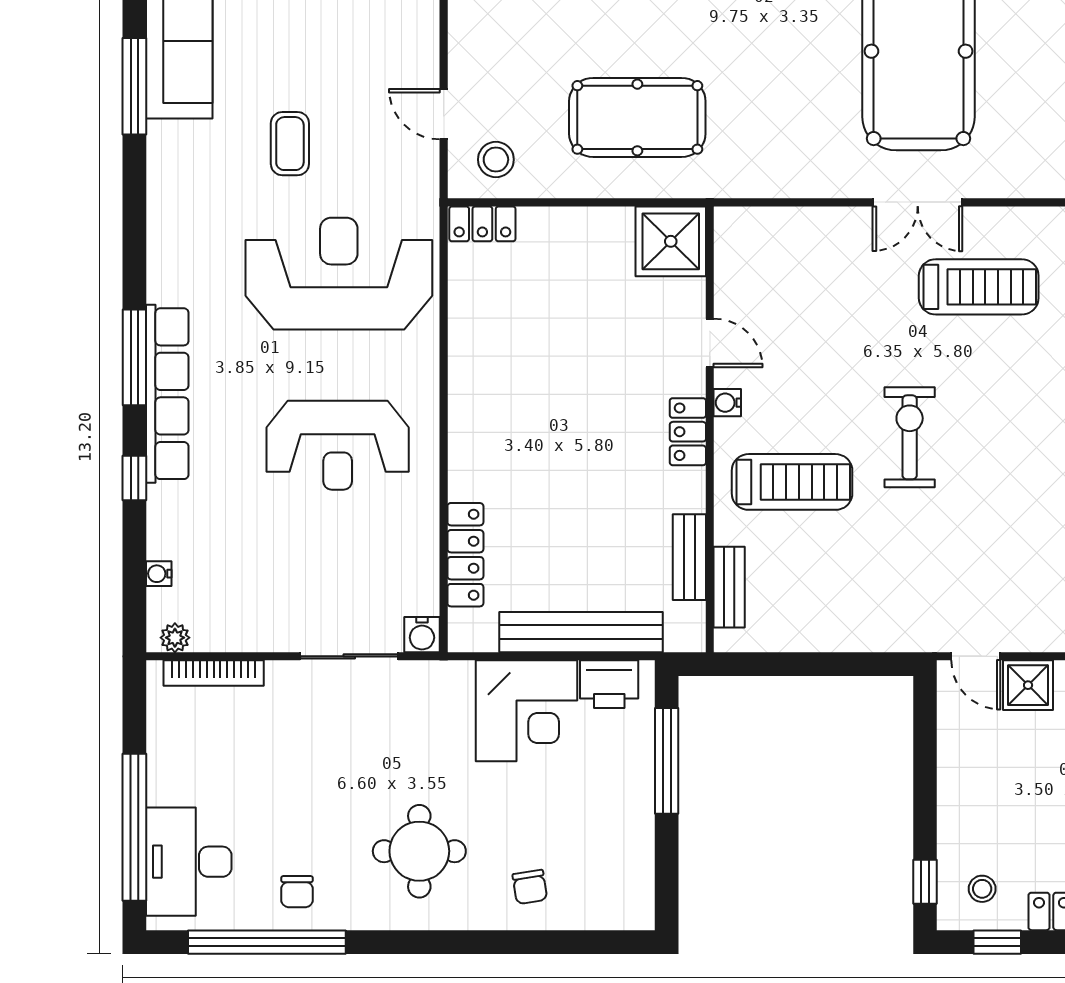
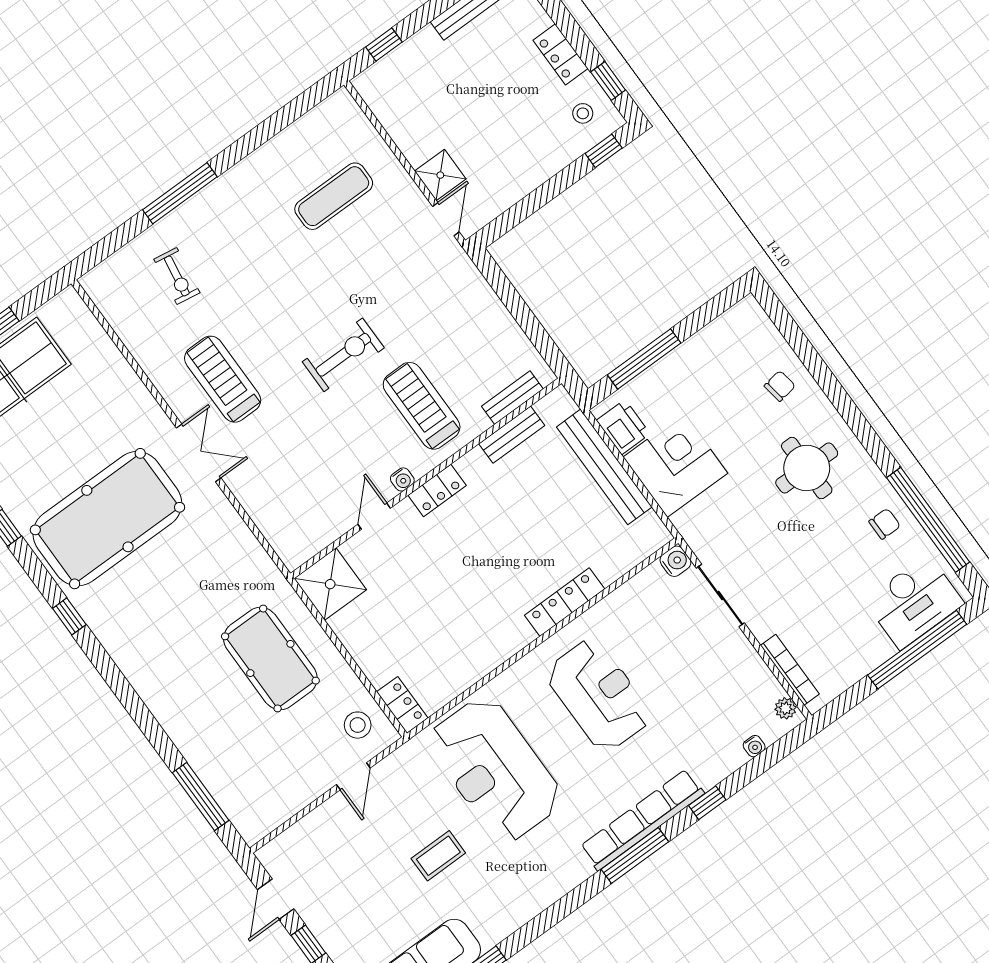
exercise bike: (910, 437) -> (343, 355), turned 180
locker: (465, 555) -> (565, 602), moved

